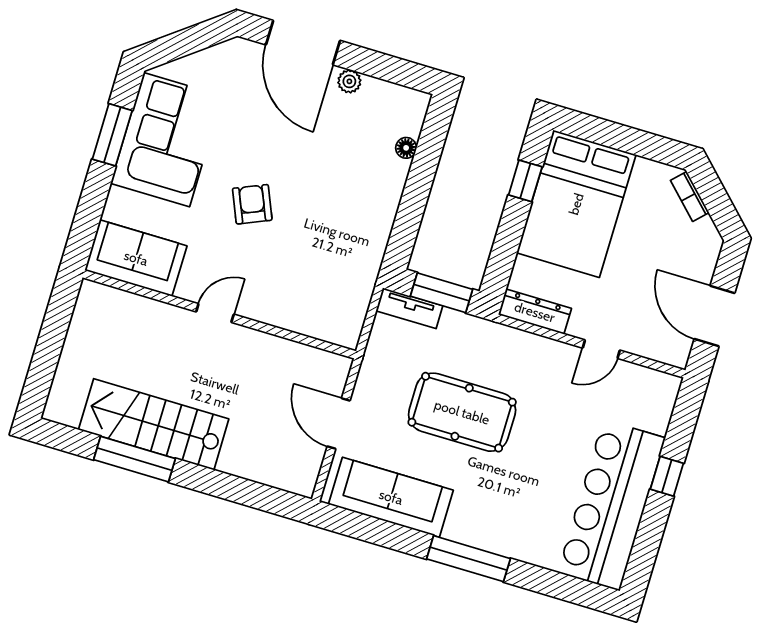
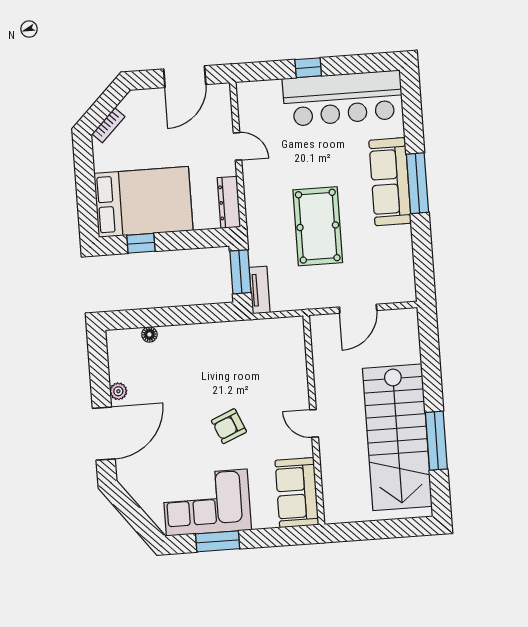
stairs: (154, 424) -> (397, 437), width x1.36, depth x1.51
sofa: (391, 497) -> (390, 182), moved

